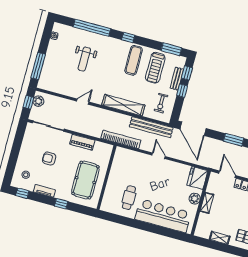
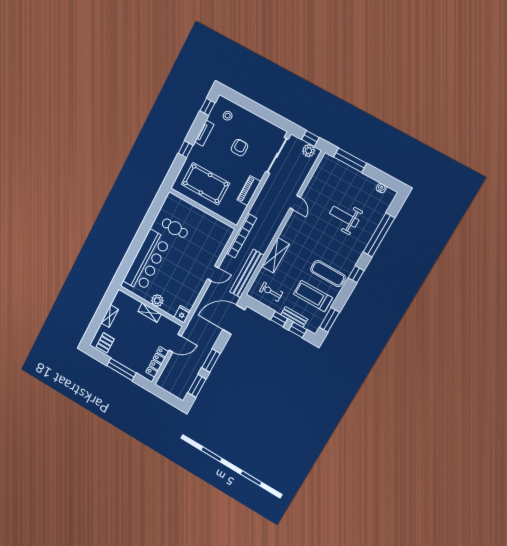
shelving: (123, 105) -> (276, 255), width x0.68
fridge: (197, 178) -> (182, 314), width x0.53, depth x0.75

